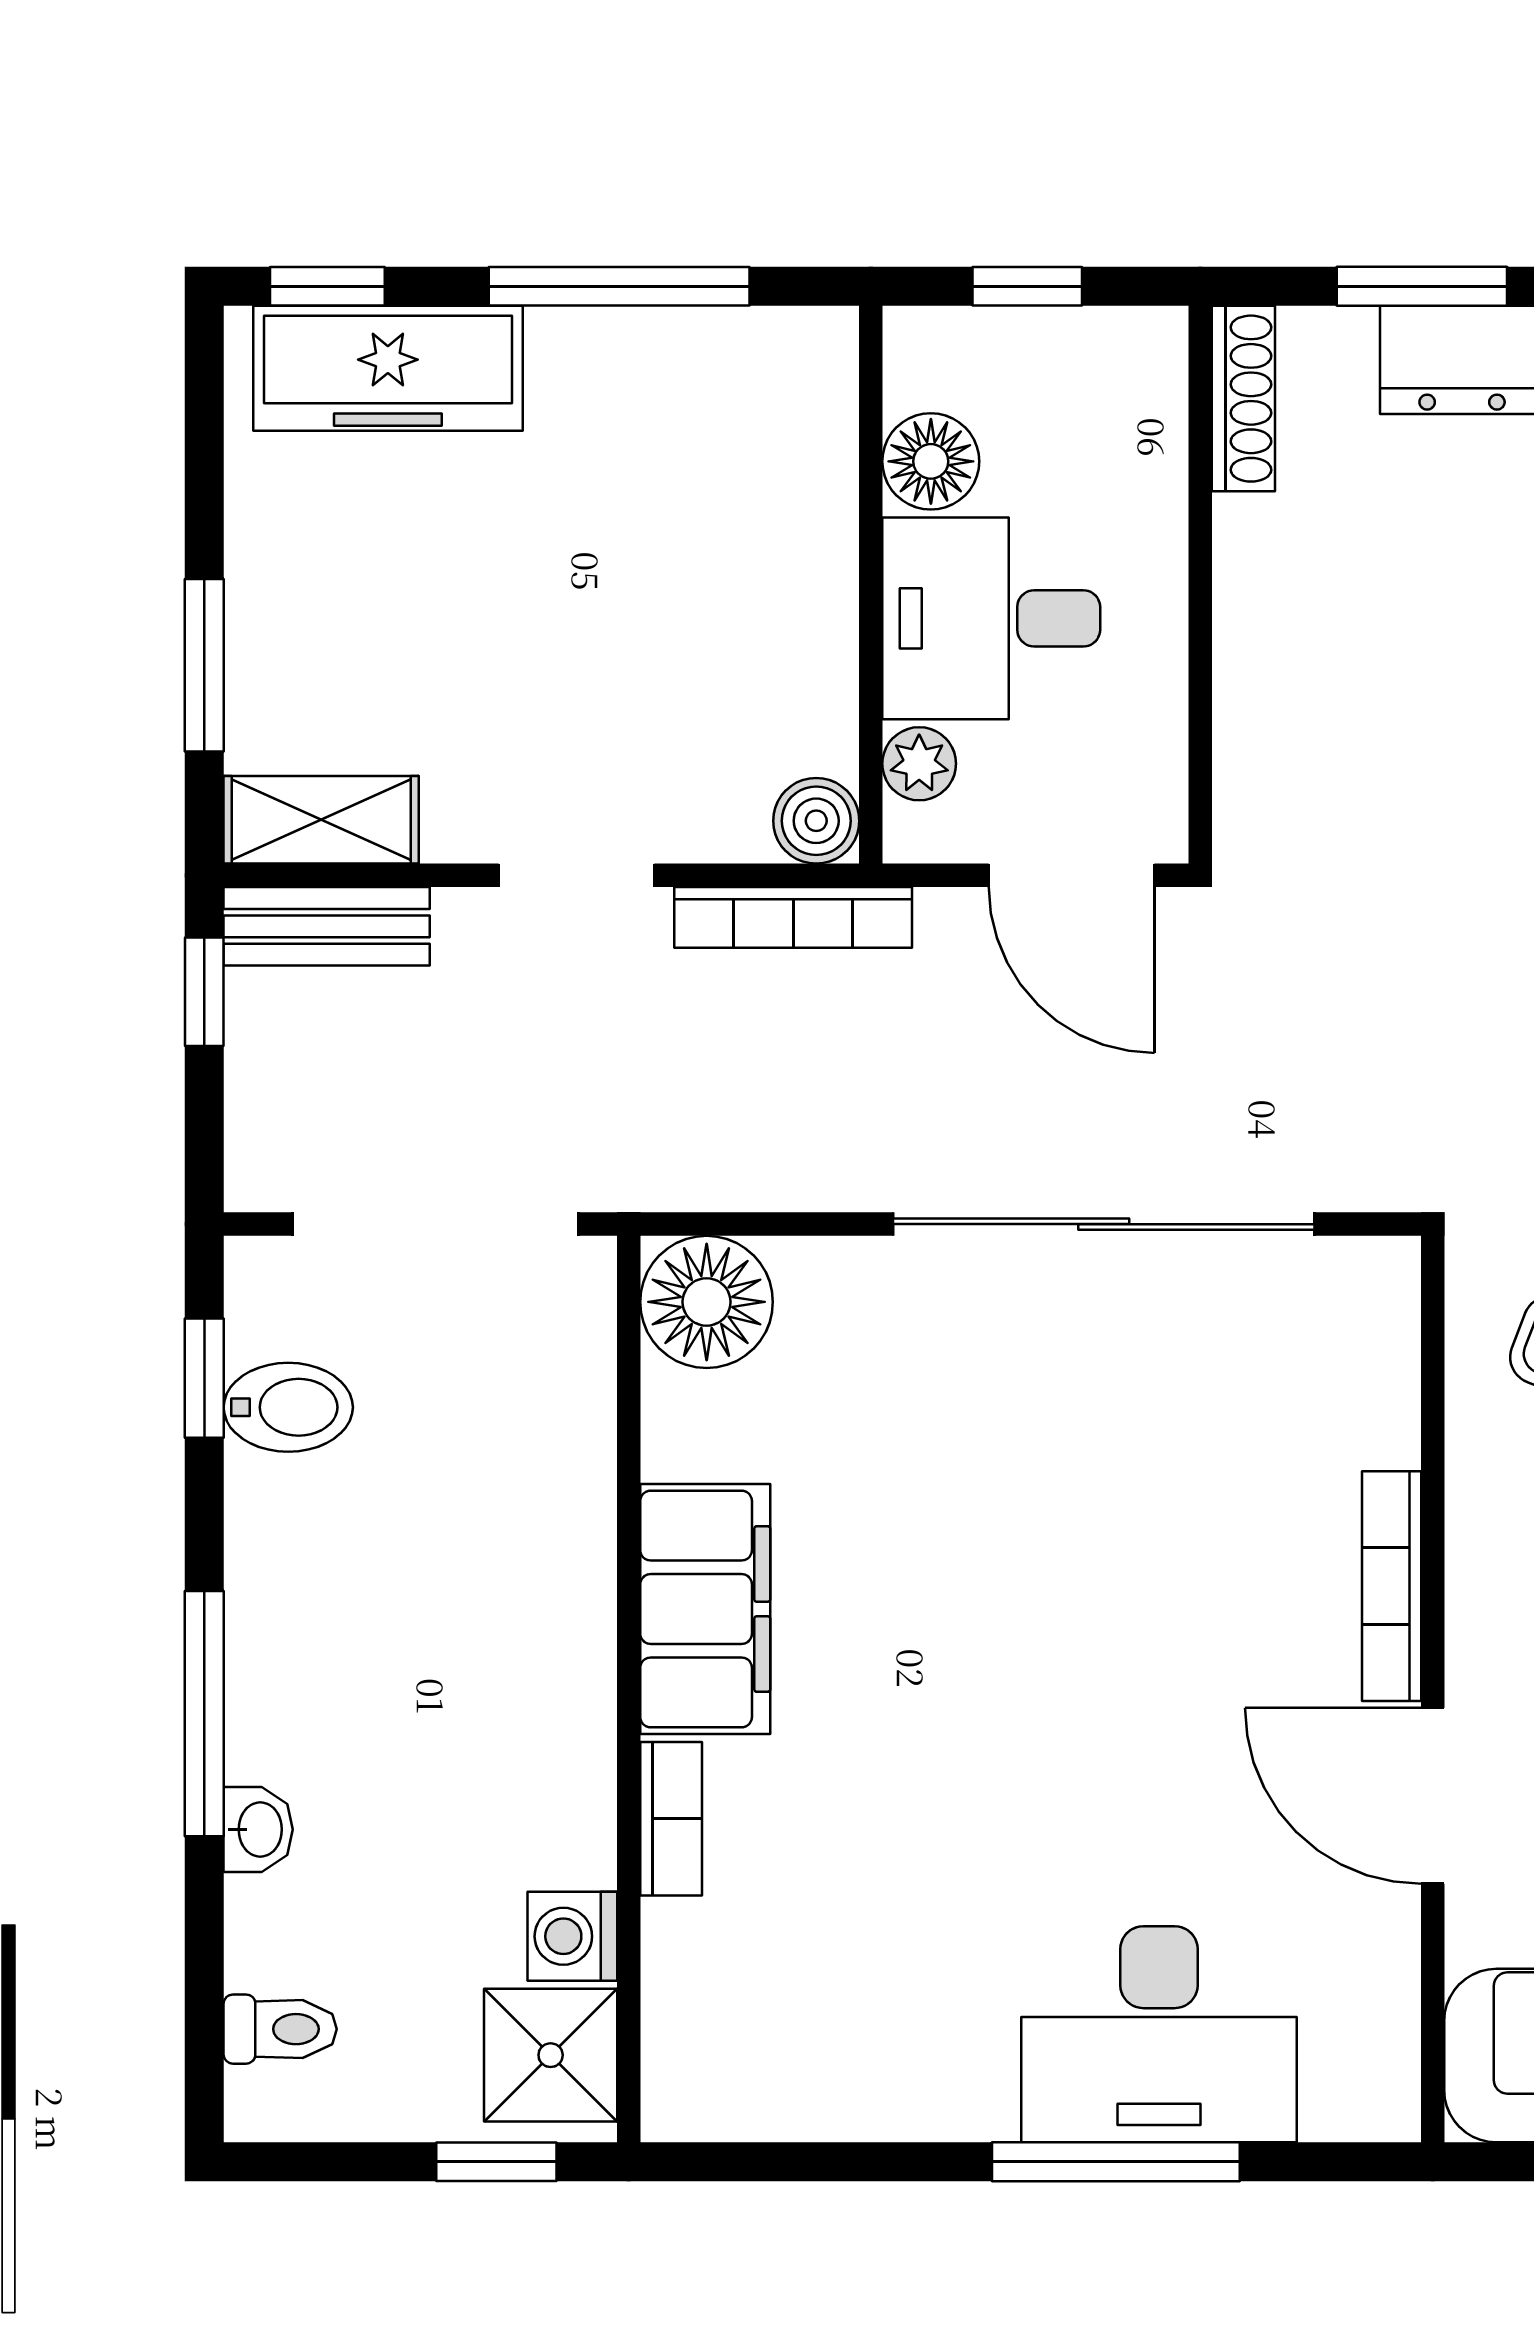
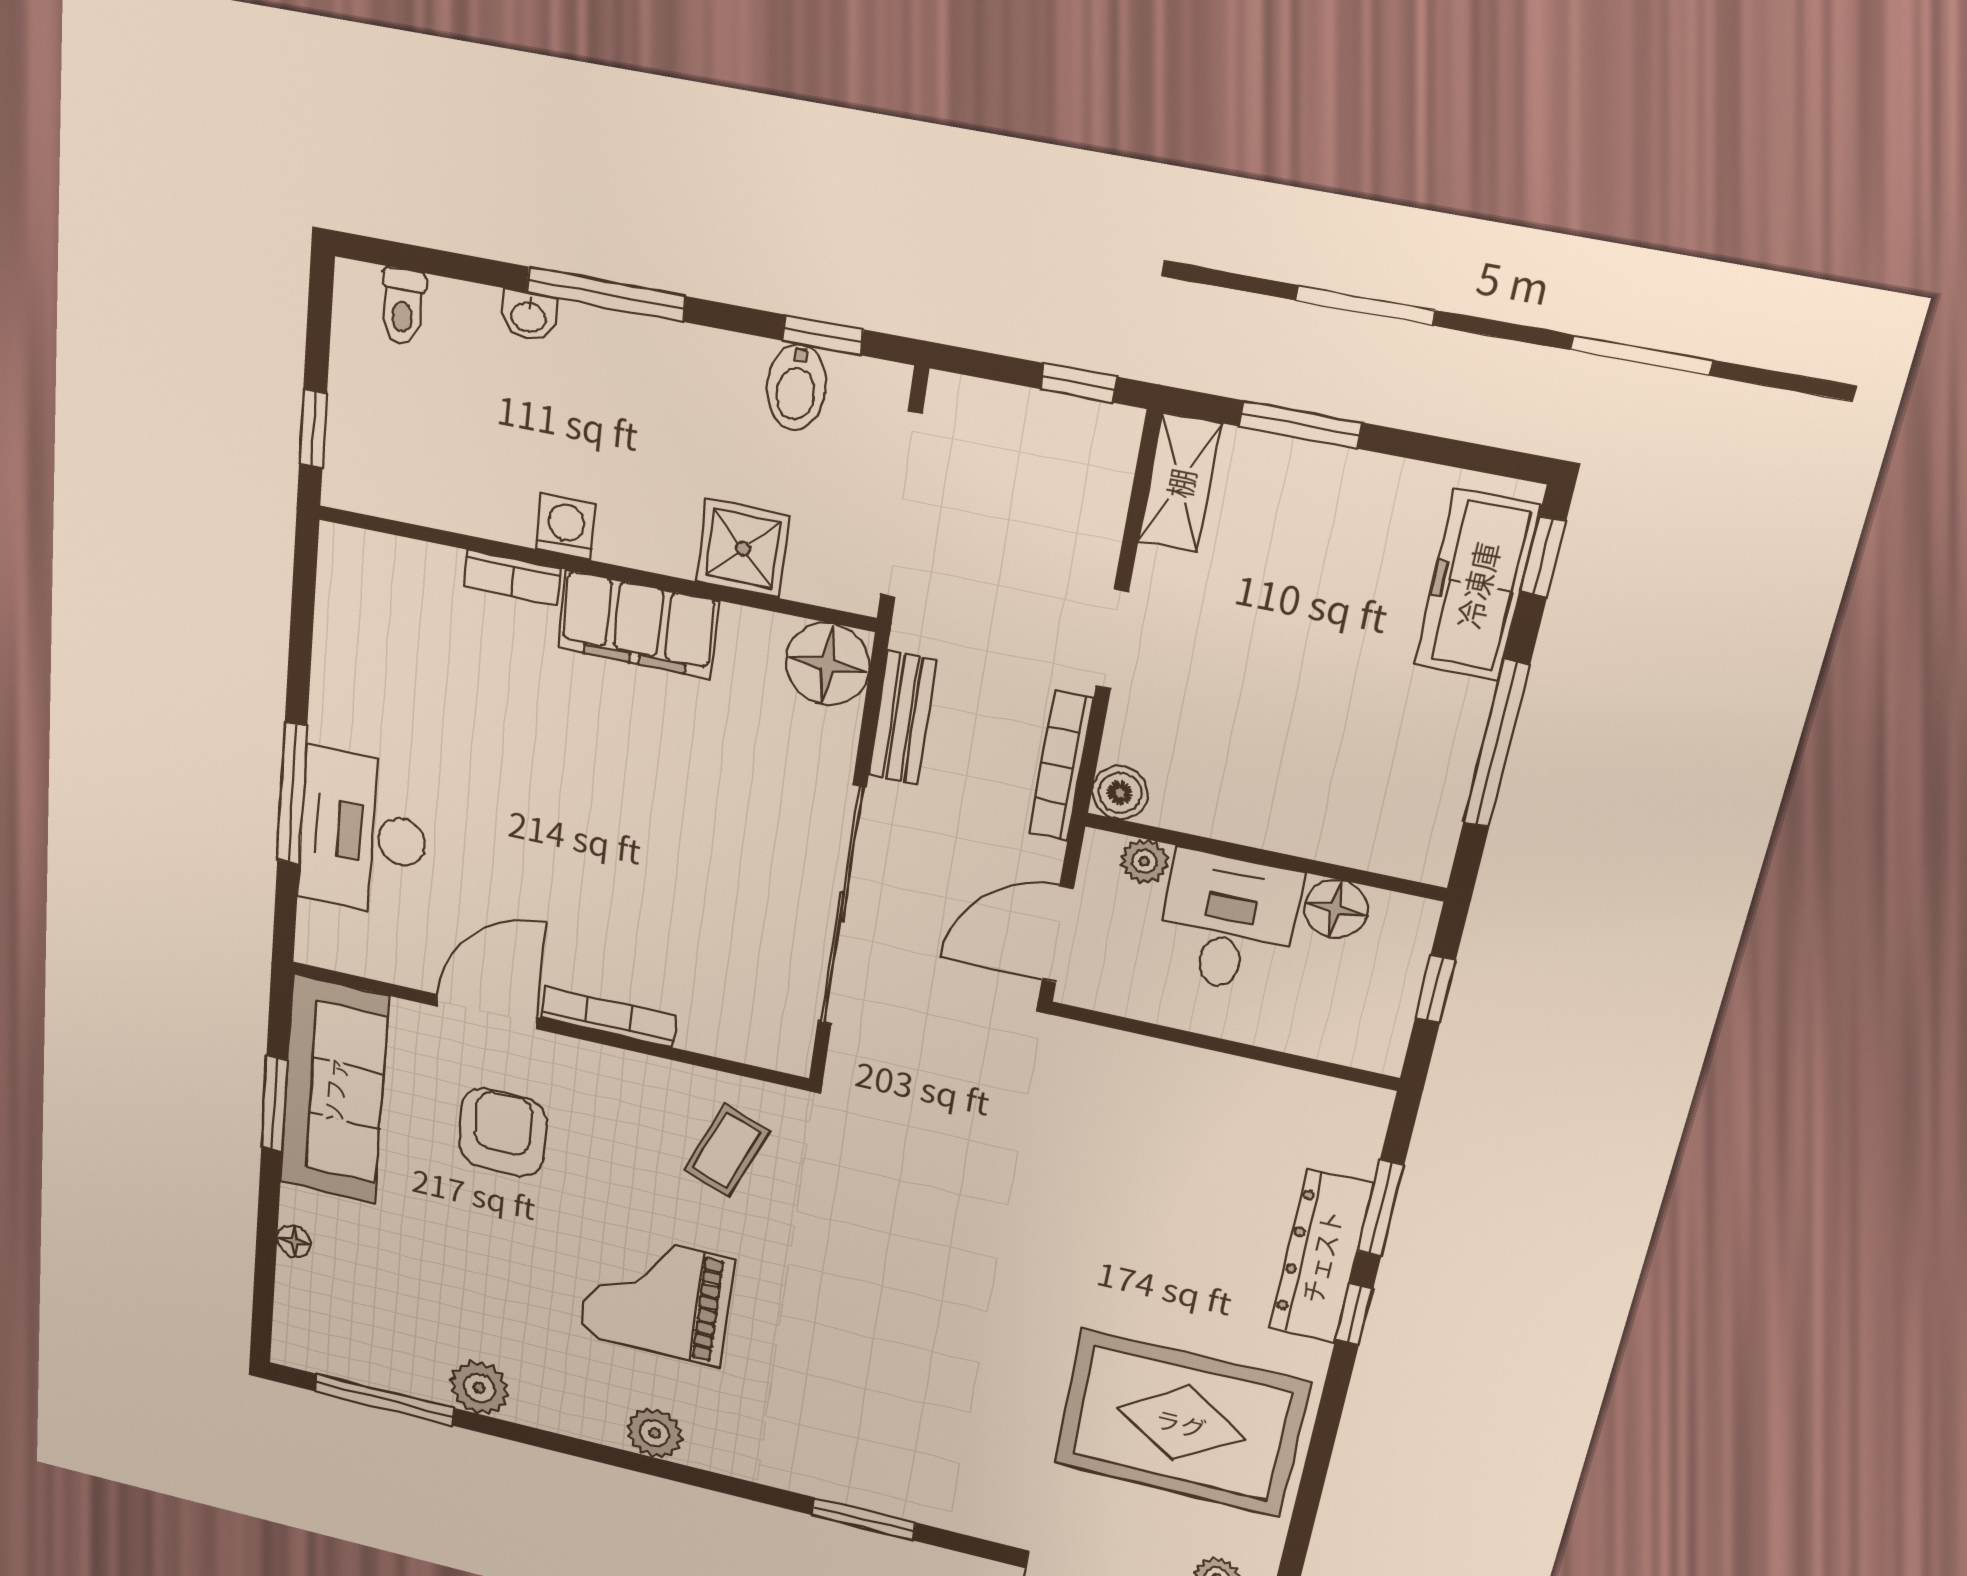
shoe rack: (1243, 399) -> (1334, 1096), removed
bench: (327, 926) -> (903, 718), moved
washing machine: (572, 1936) -> (566, 527), moved
shower: (551, 2055) -> (743, 549), moved

